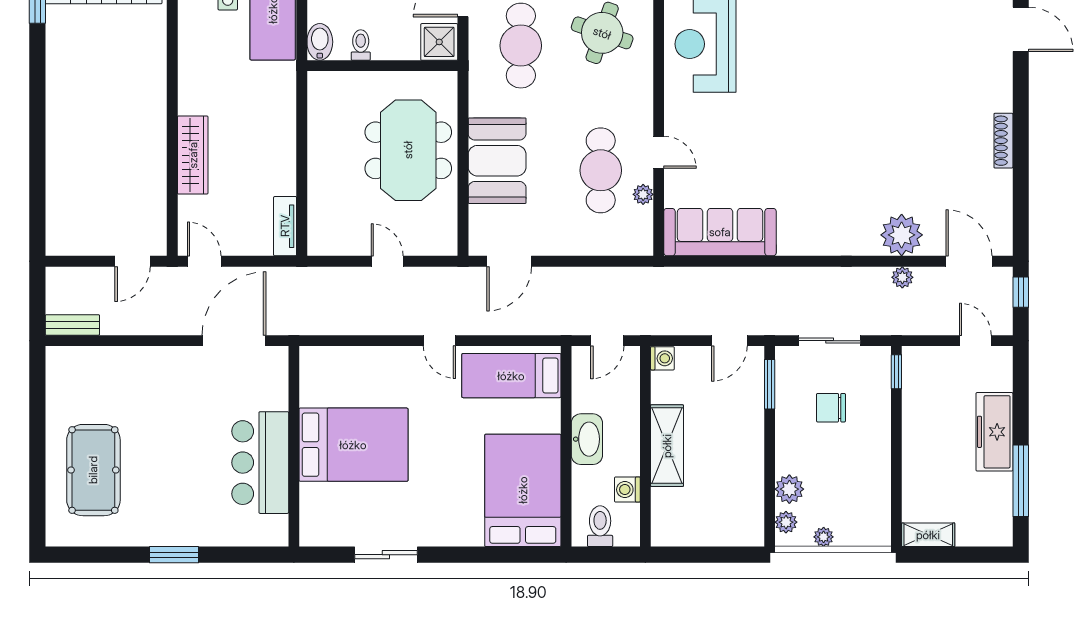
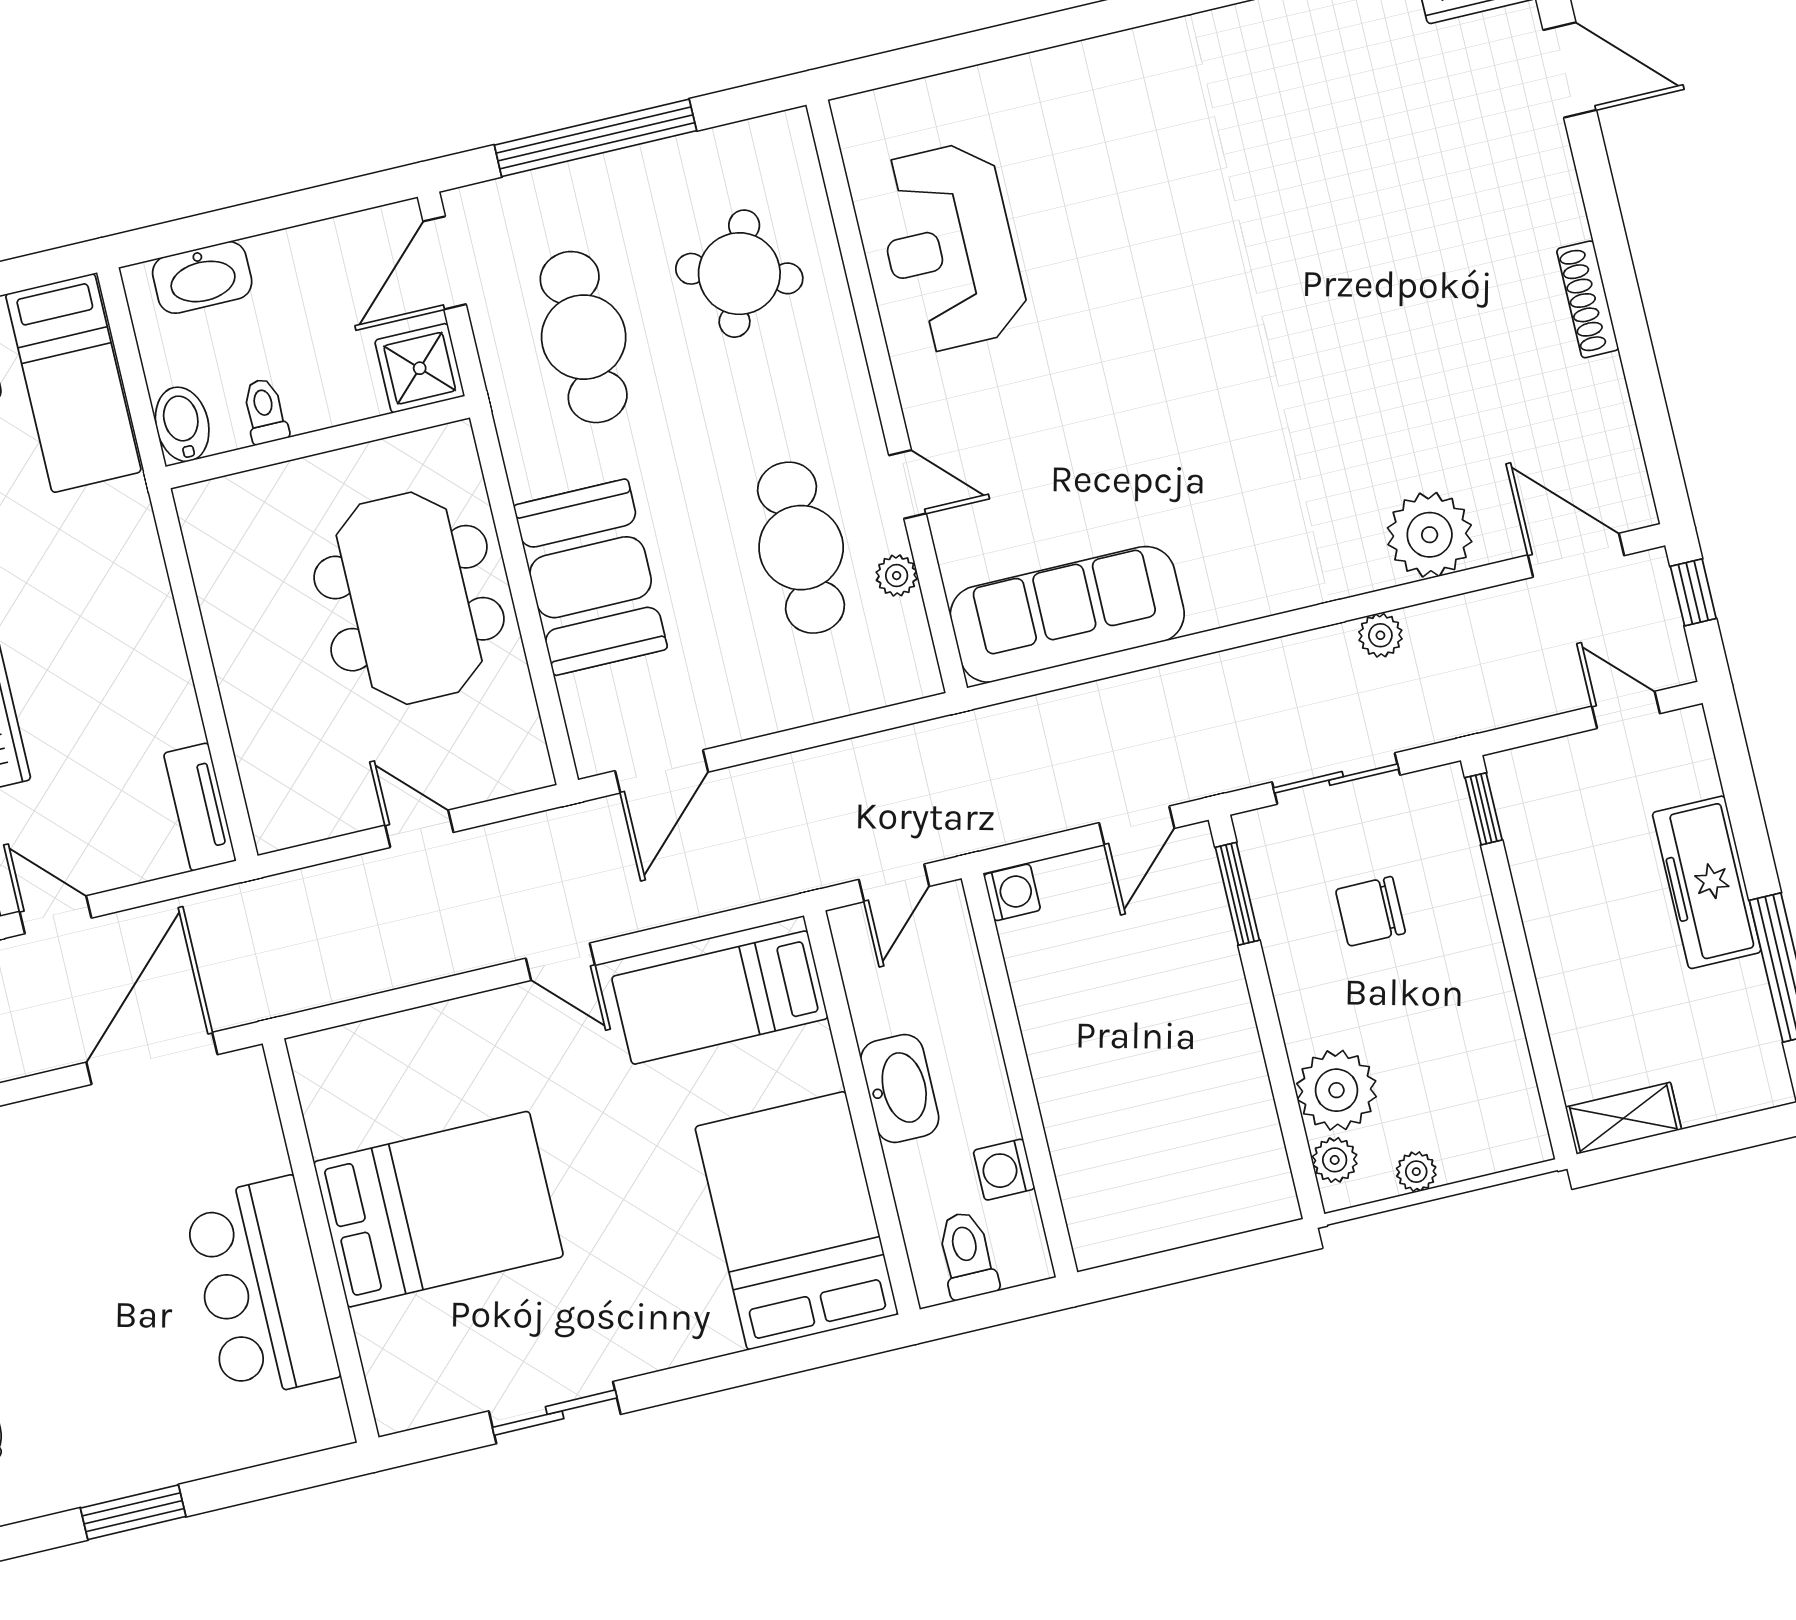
plant: (902, 277) -> (1380, 635), moved
shelving: (667, 446) -> (1062, 1064), removed
plant: (789, 489) -> (1336, 1090), width x1.36, depth x1.36

